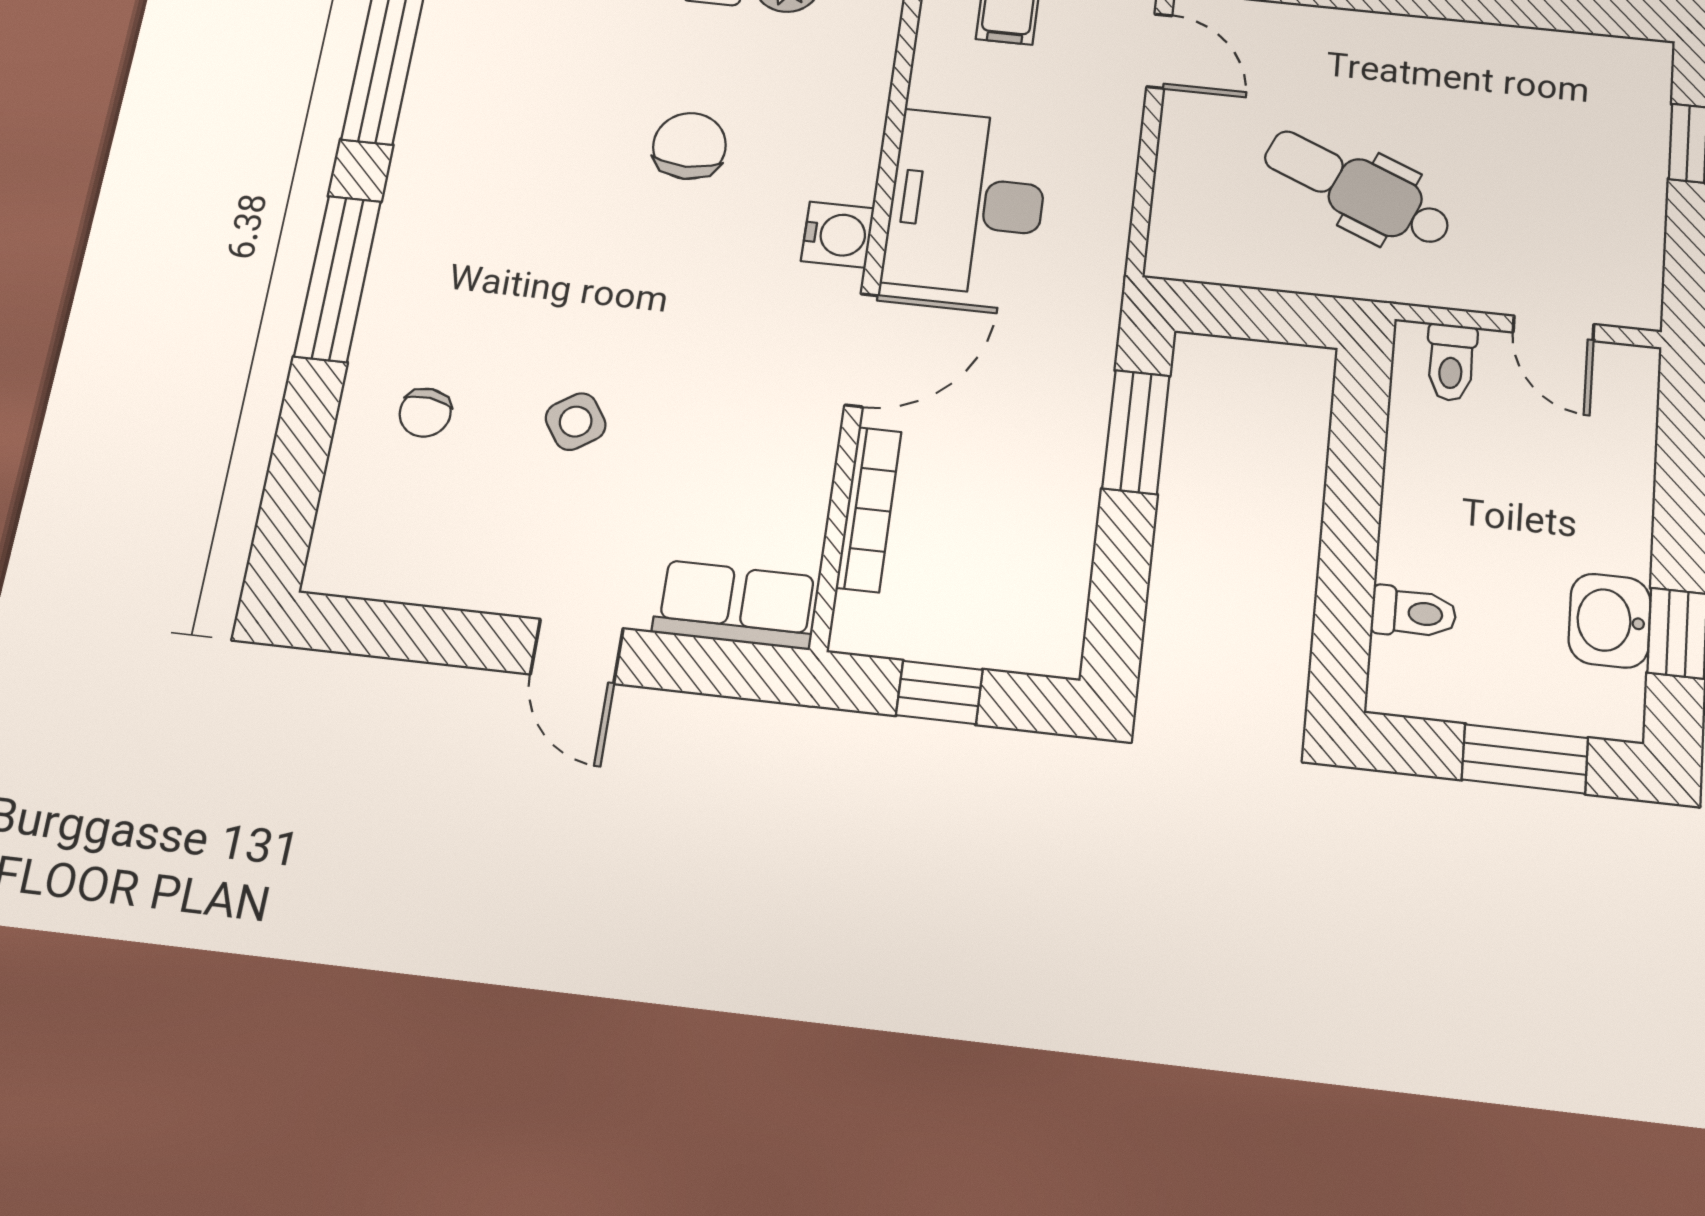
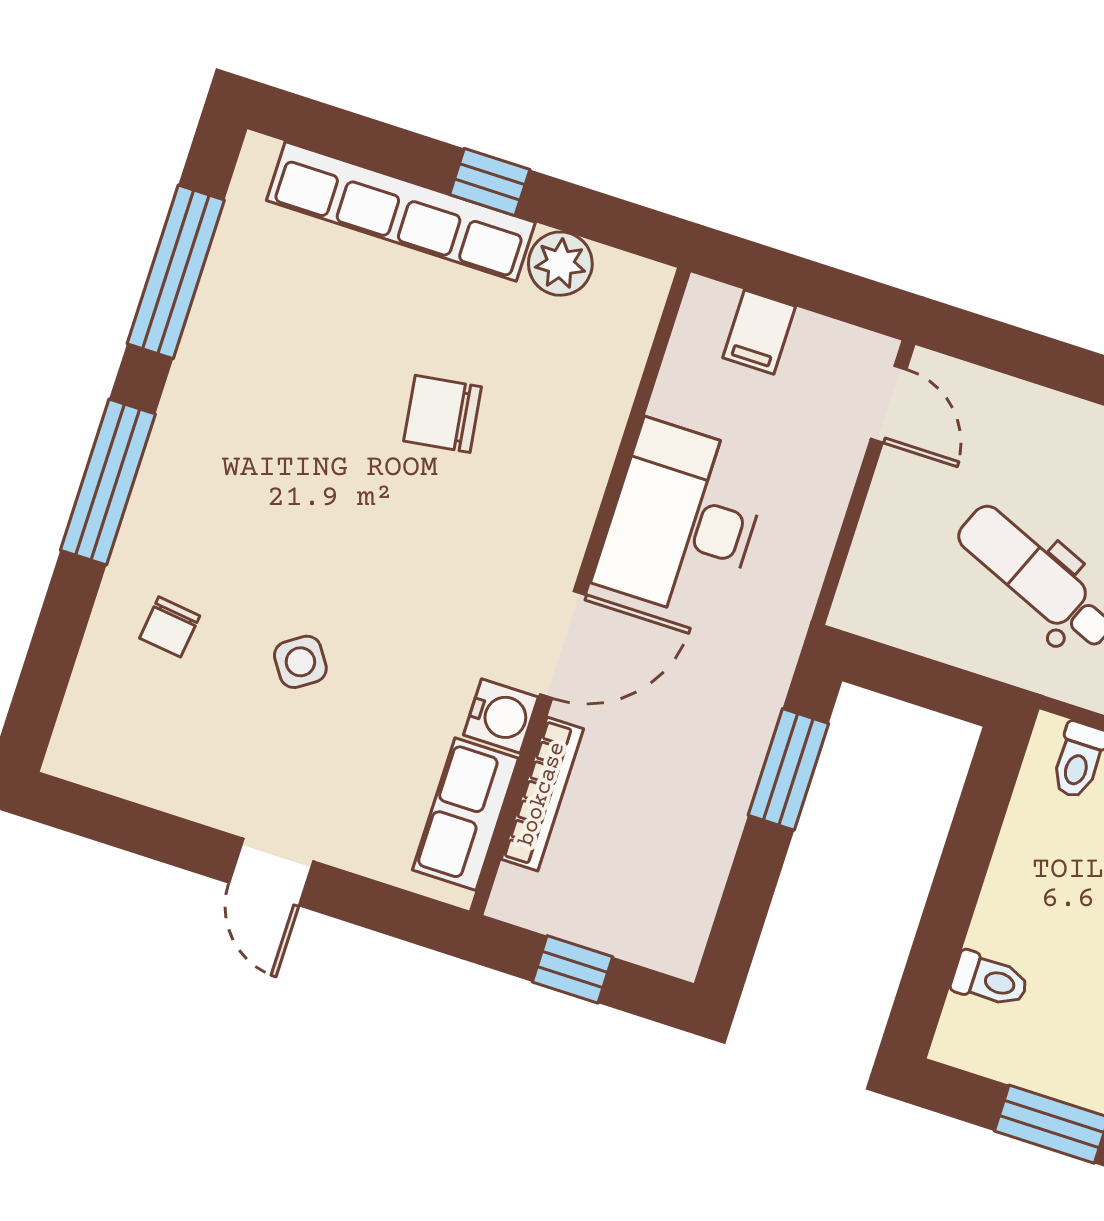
chair: (689, 146) -> (443, 414), turned -98
water cooler: (838, 235) -> (501, 716), moved
row of seats: (736, 605) -> (465, 814), moved, turned -90

